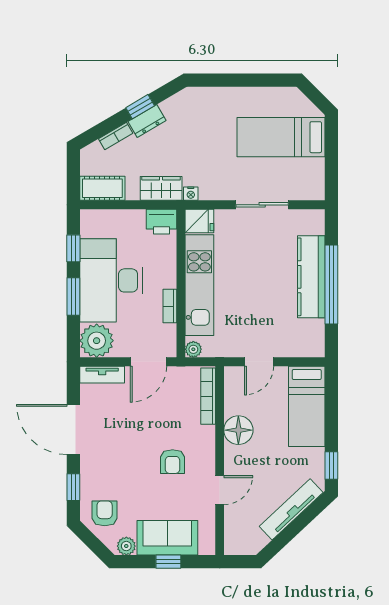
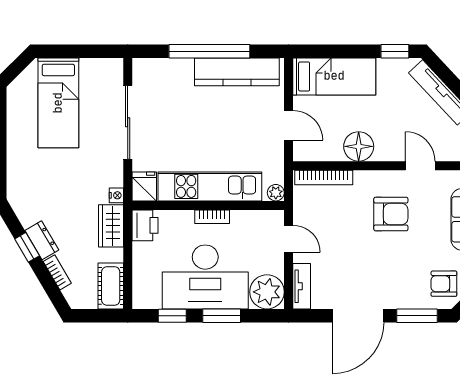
sliding door: (262, 205) -> (128, 122), width x1.37
kitchen counter: (311, 277) -> (237, 72), moved
bookcase: (170, 306) -> (212, 217), moved
door: (148, 362) -> (289, 239), width x0.73
armchair: (173, 462) -> (391, 214), width x1.38, depth x1.38
window: (73, 487) -> (417, 316), width x1.50

